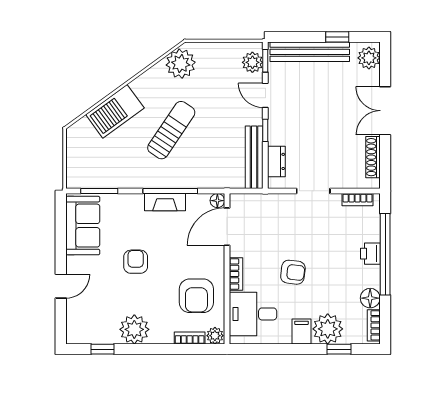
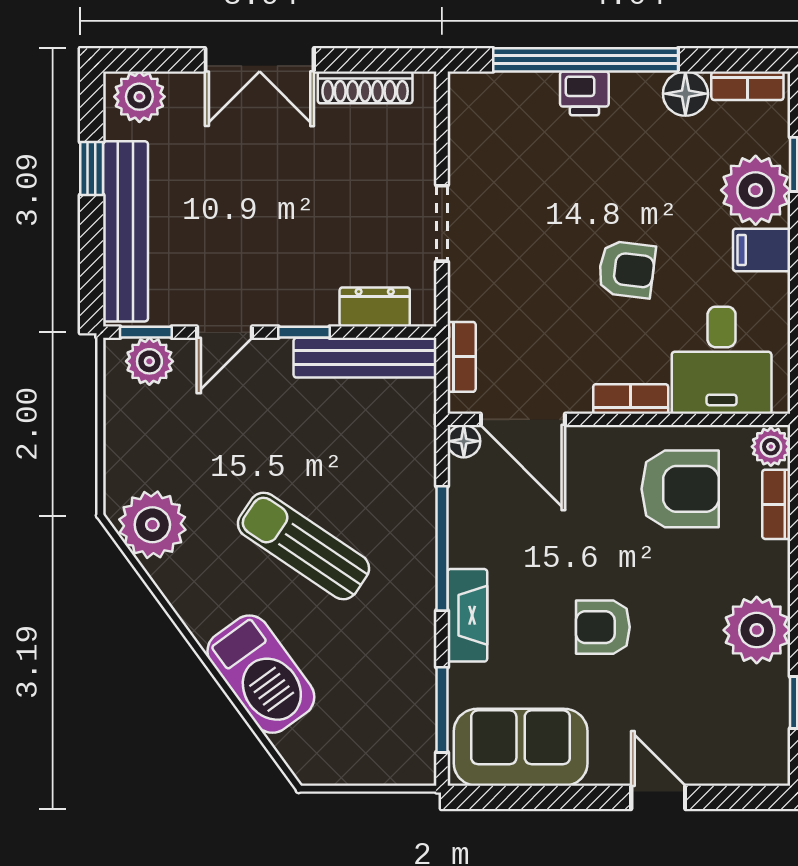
bookcase: (357, 200) -> (462, 357), moved
fireplace: (165, 202) -> (467, 615), moved
armchair: (293, 272) -> (627, 269), turned 90

